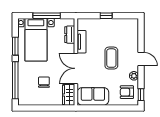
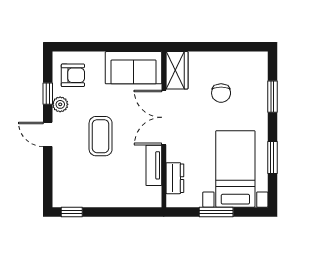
window: (47, 16) -> (216, 212), width x0.69
window: (106, 16) -> (72, 212), moved
double door: (76, 68) -> (164, 117), swing flipped
window: (15, 80) -> (272, 97), width x0.47
window: (141, 95) -> (48, 94), moved

